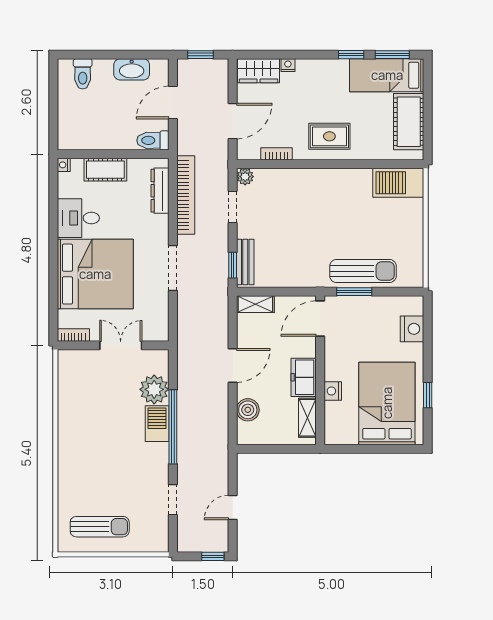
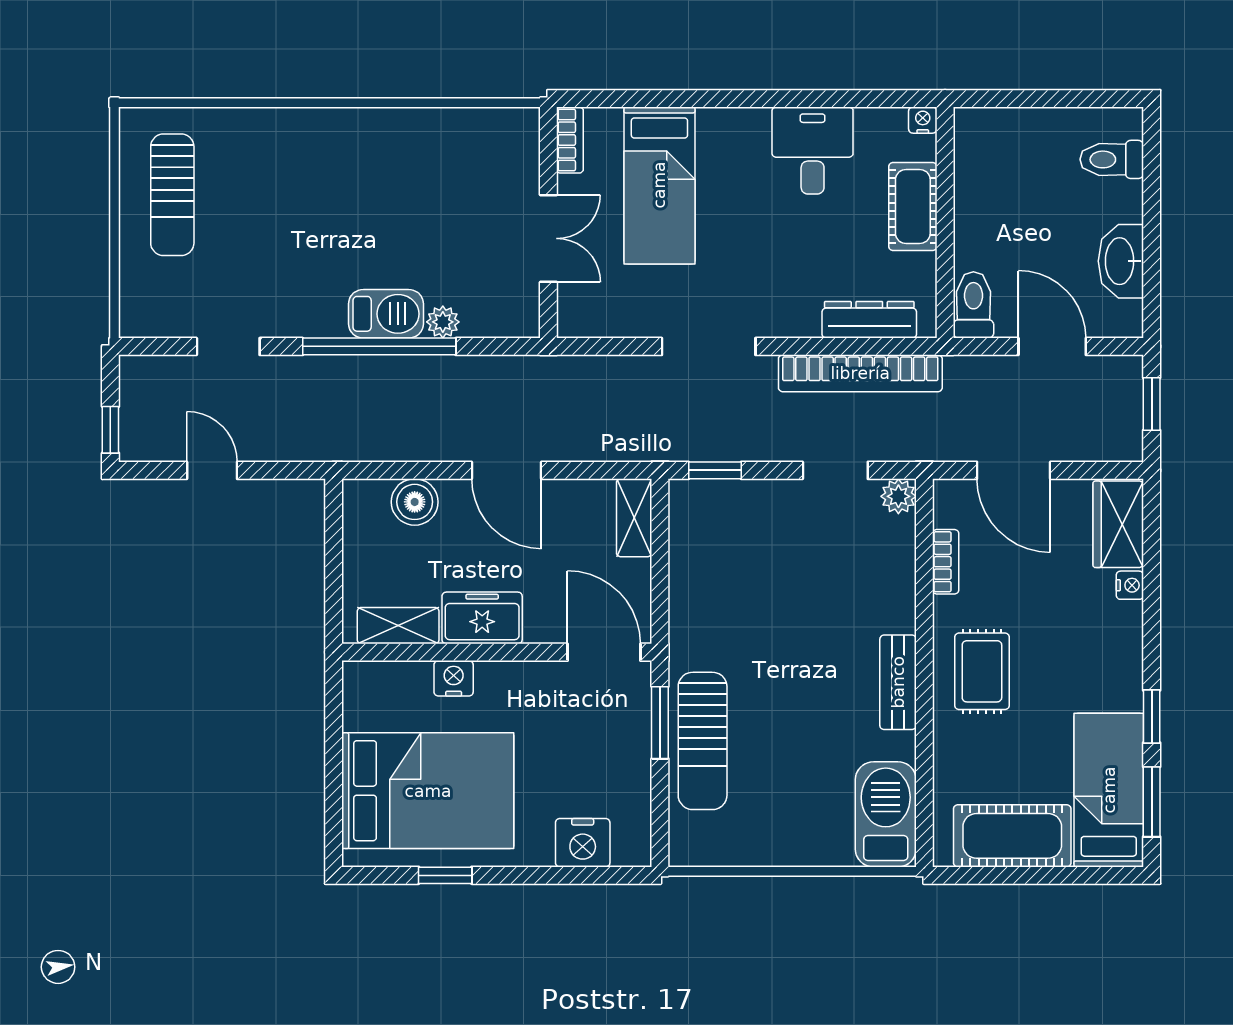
bench: (245, 262) -> (898, 682), moved, turned 90
bed: (95, 274) -> (659, 185), width x0.49
plant: (154, 389) -> (443, 322), width x0.53, depth x0.53

